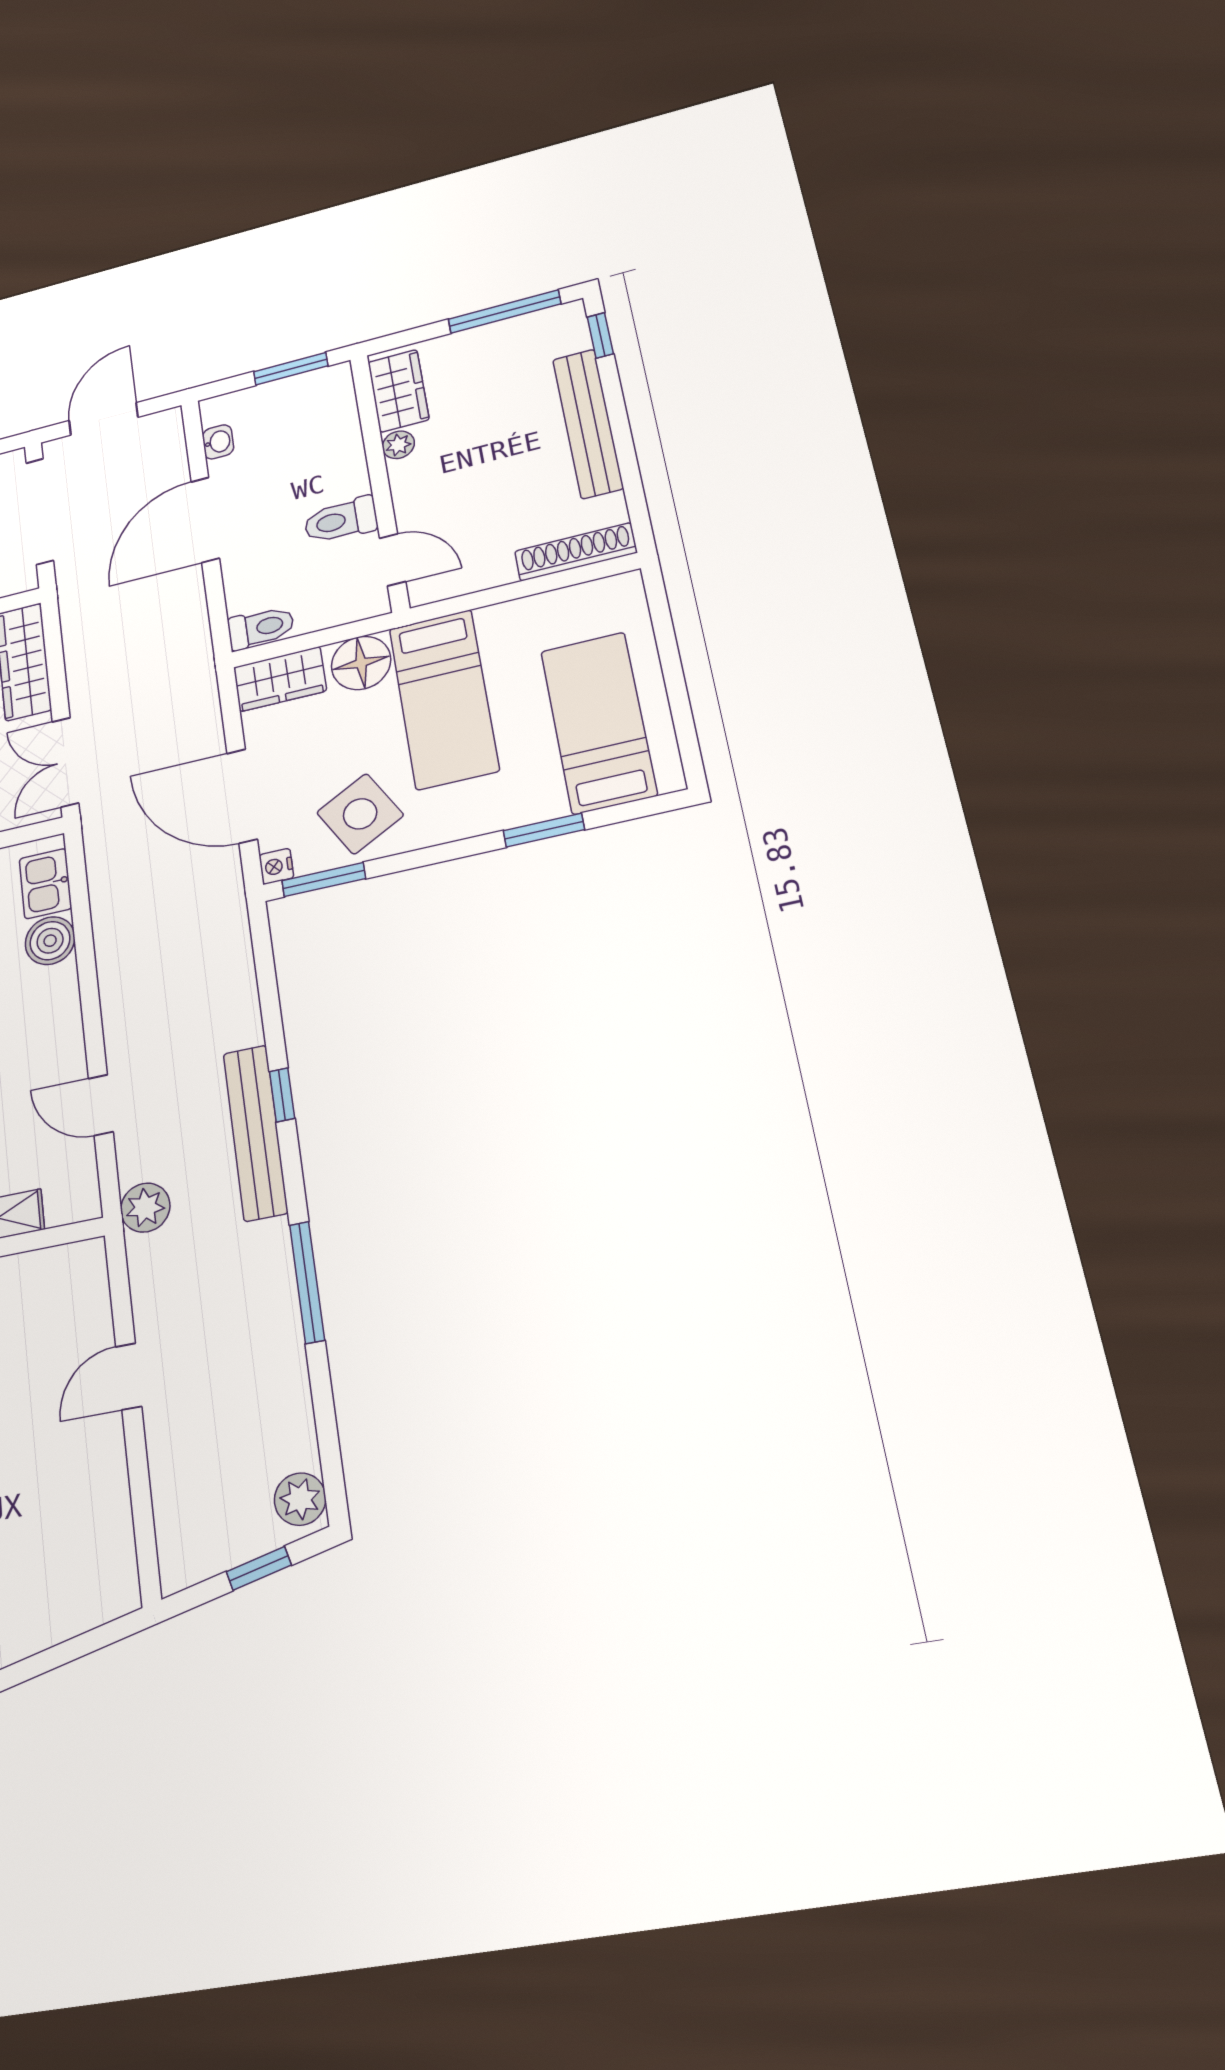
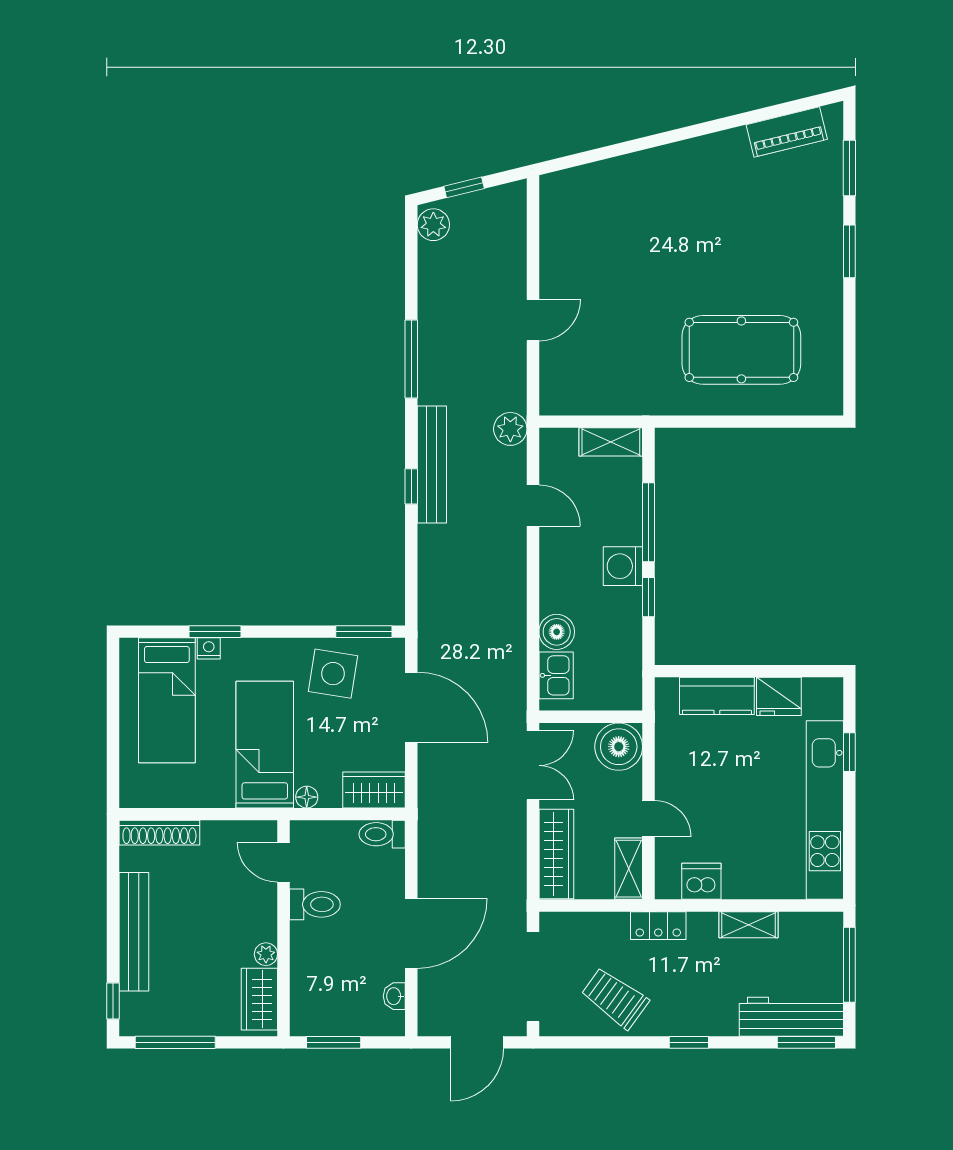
floor lamp: (361, 663) -> (307, 797), width x0.53, depth x0.53
side table: (360, 814) -> (333, 674), turned 38
nightstand: (276, 866) -> (209, 648), moved, turned -90

